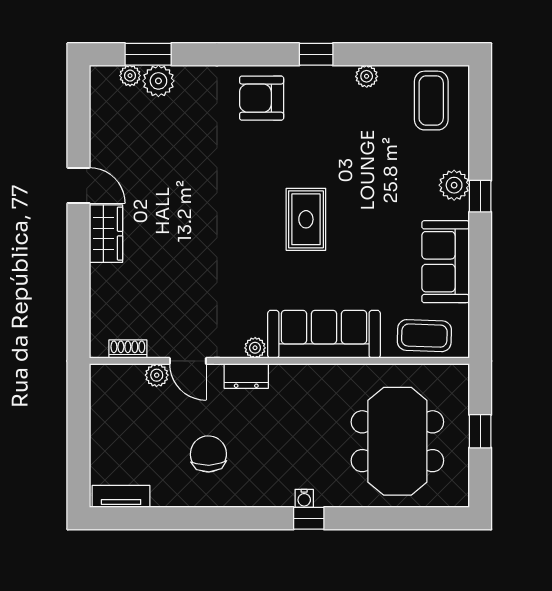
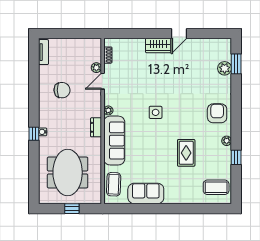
window: (316, 54) -> (236, 157), moved
plant: (130, 76) -> (227, 56), removed
plant: (367, 76) -> (227, 141), moved
plant: (454, 185) -> (179, 197), removed
window: (480, 196) -> (174, 209), removed
rug: (306, 219) -> (186, 153), moved, turned 90
side table: (259, 239) -> (156, 112), added
dresser: (246, 376) -> (96, 127), moved
meeting table: (397, 441) -> (68, 172), turned 90

